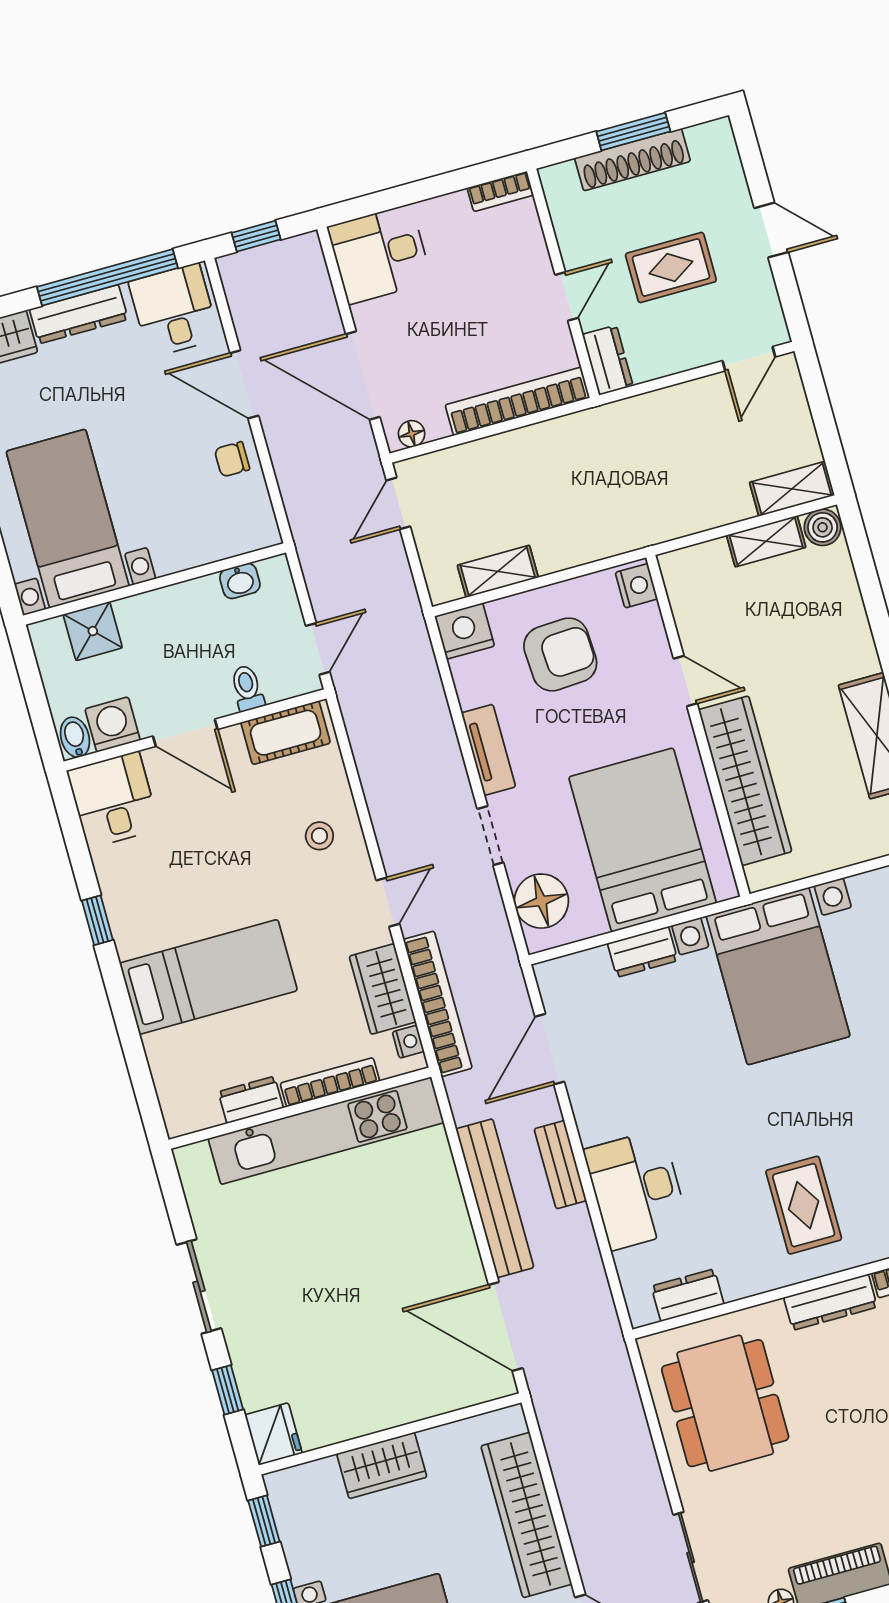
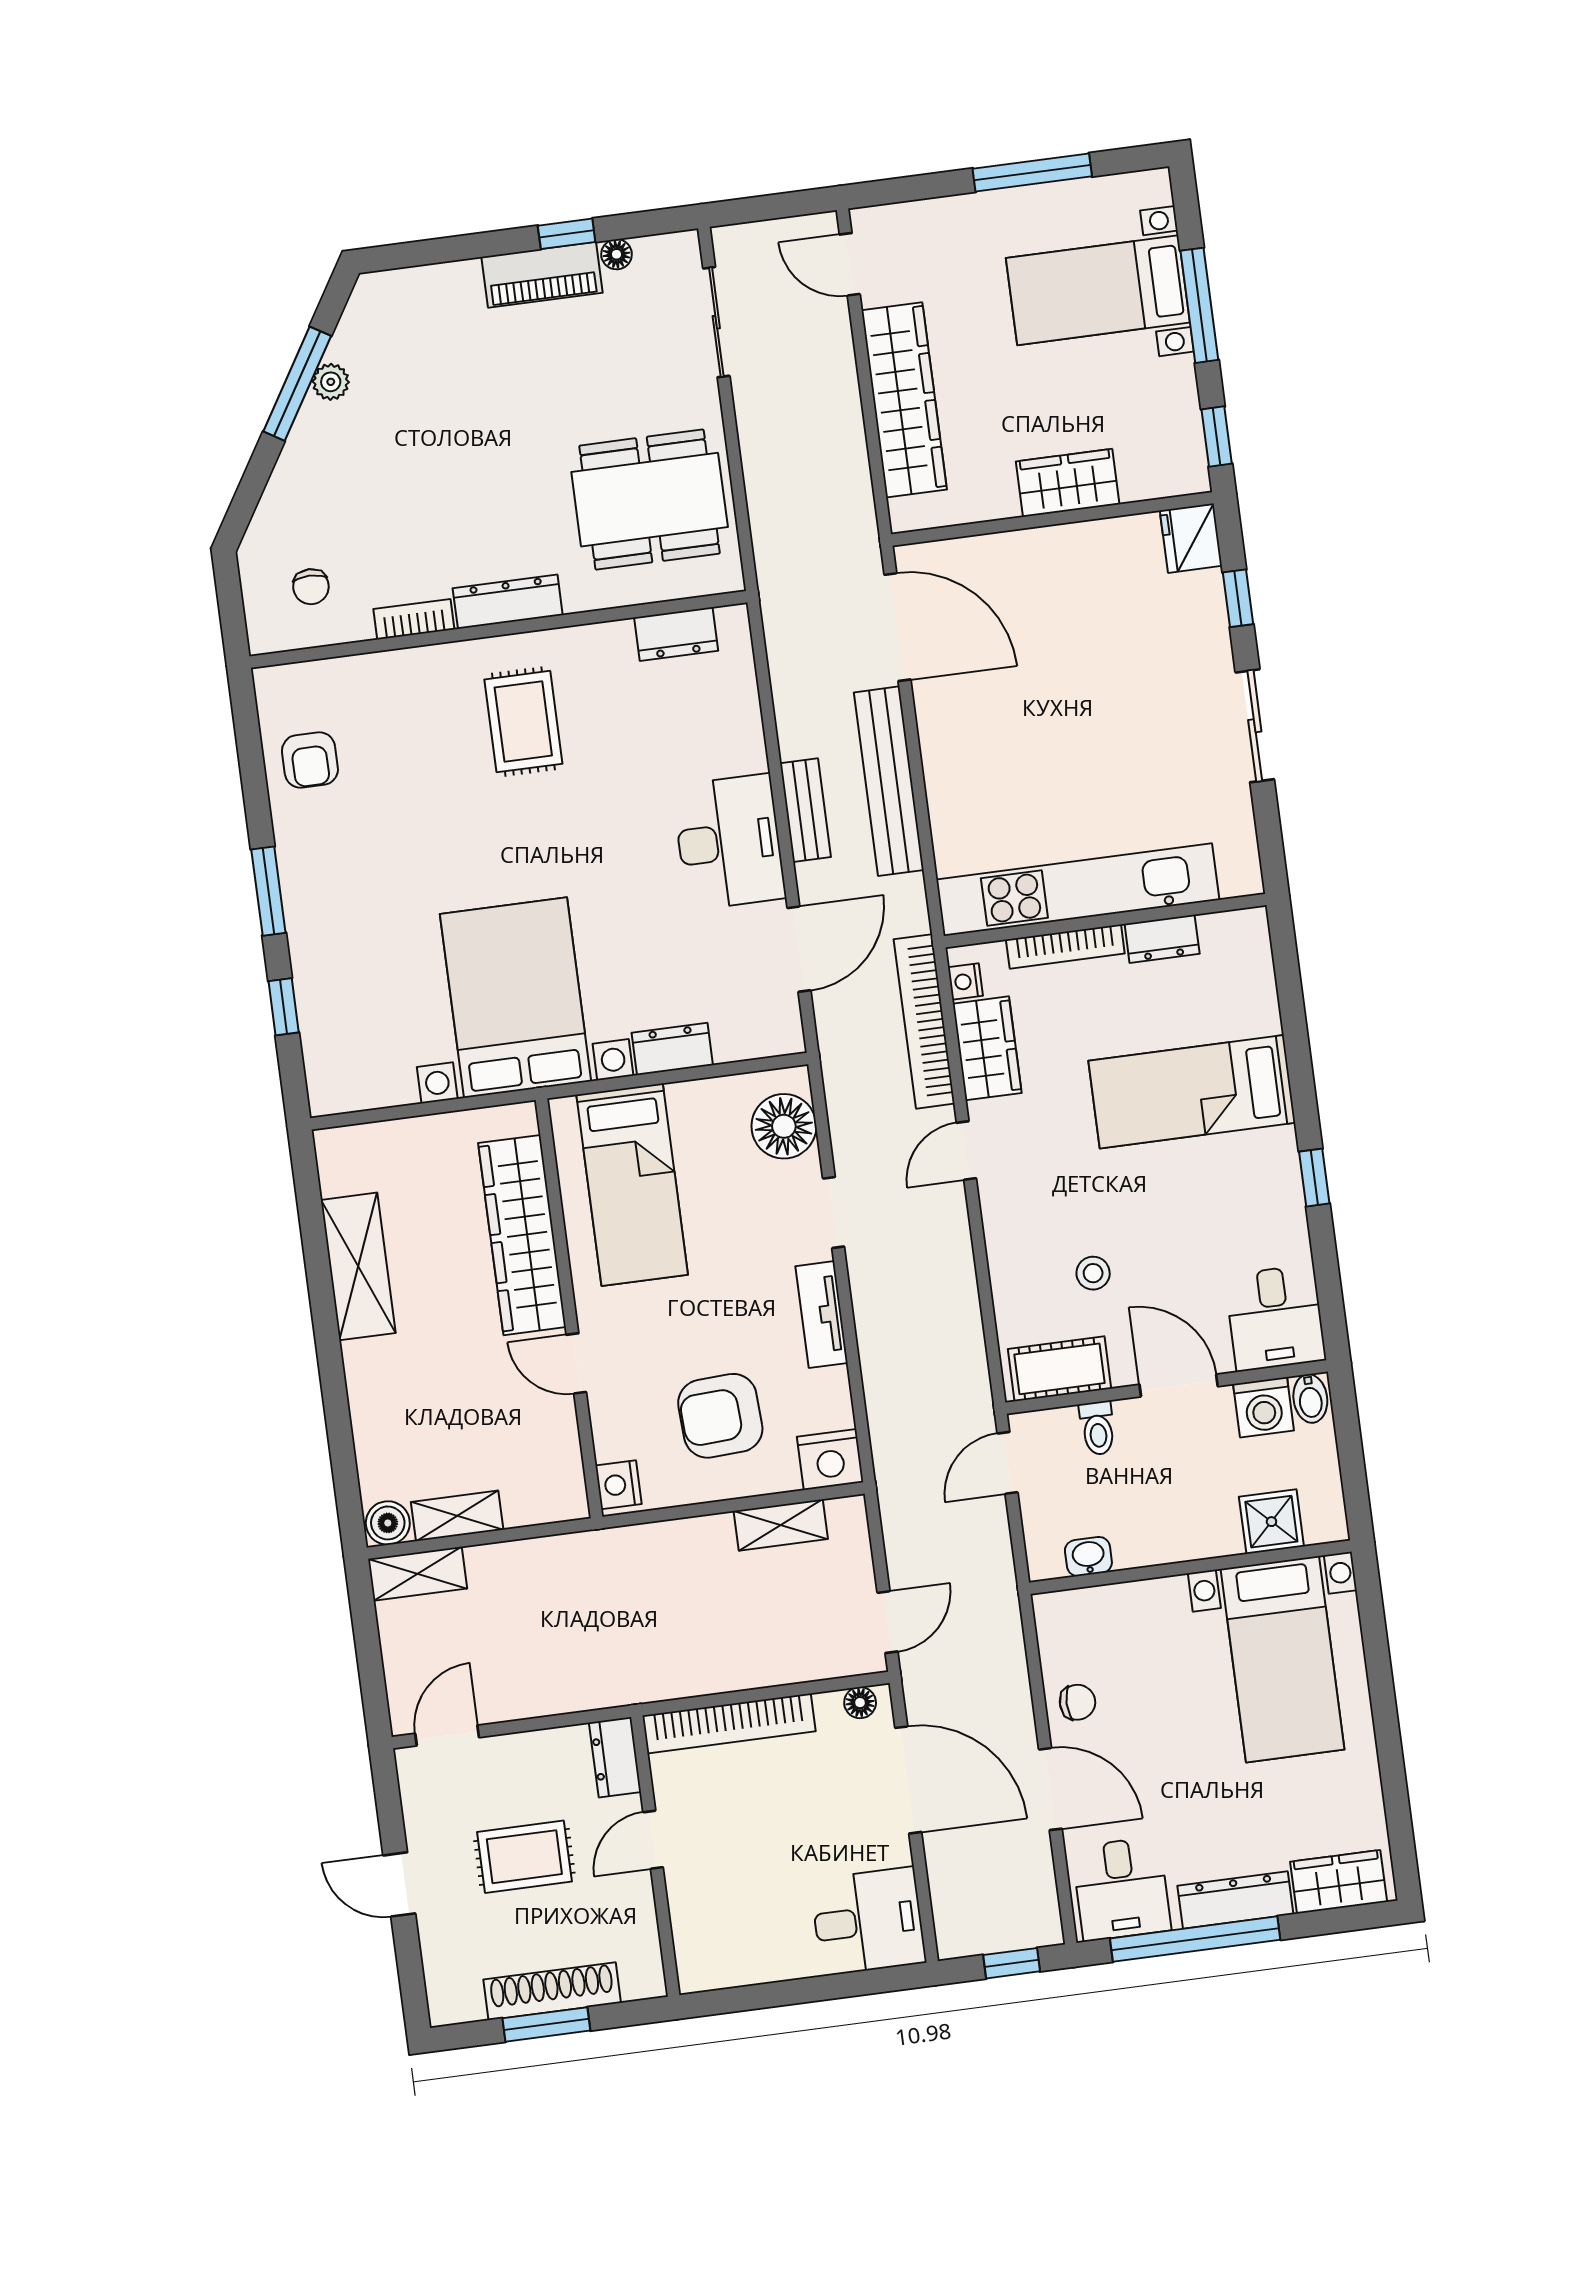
bookcase: (500, 191) -> (714, 1976), removed
stool: (319, 836) -> (1093, 1273), moved
bed: (642, 840) -> (632, 1185), width x0.67
desk: (636, 1189) -> (729, 842), moved
dining table: (725, 1403) -> (650, 500), turned 90

